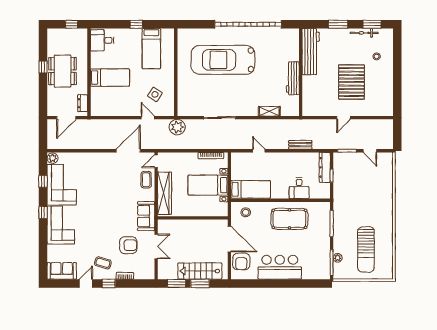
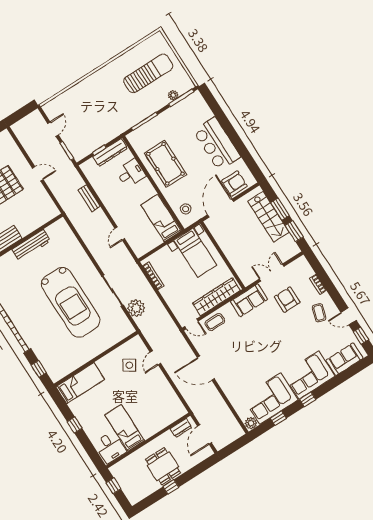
window: (196, 24) -> (39, 369), added
bed: (151, 49) -> (80, 383), moved
car: (223, 60) -> (71, 302), moved
dining table: (63, 71) -> (163, 466), width x0.73
bed: (110, 78) -> (125, 428), moved
shelving: (269, 111) -> (76, 248), removed
door: (66, 118) -> (204, 434), swing flipped
plant: (177, 127) -> (136, 308), moved
door: (128, 151) -> (206, 368), moved
dresser: (325, 167) -> (110, 153), moved
bed with nightstands: (208, 185) -> (195, 253), moved
sofa: (62, 271) -> (344, 359), moved, turned 90
window: (109, 283) -> (361, 336), moved

